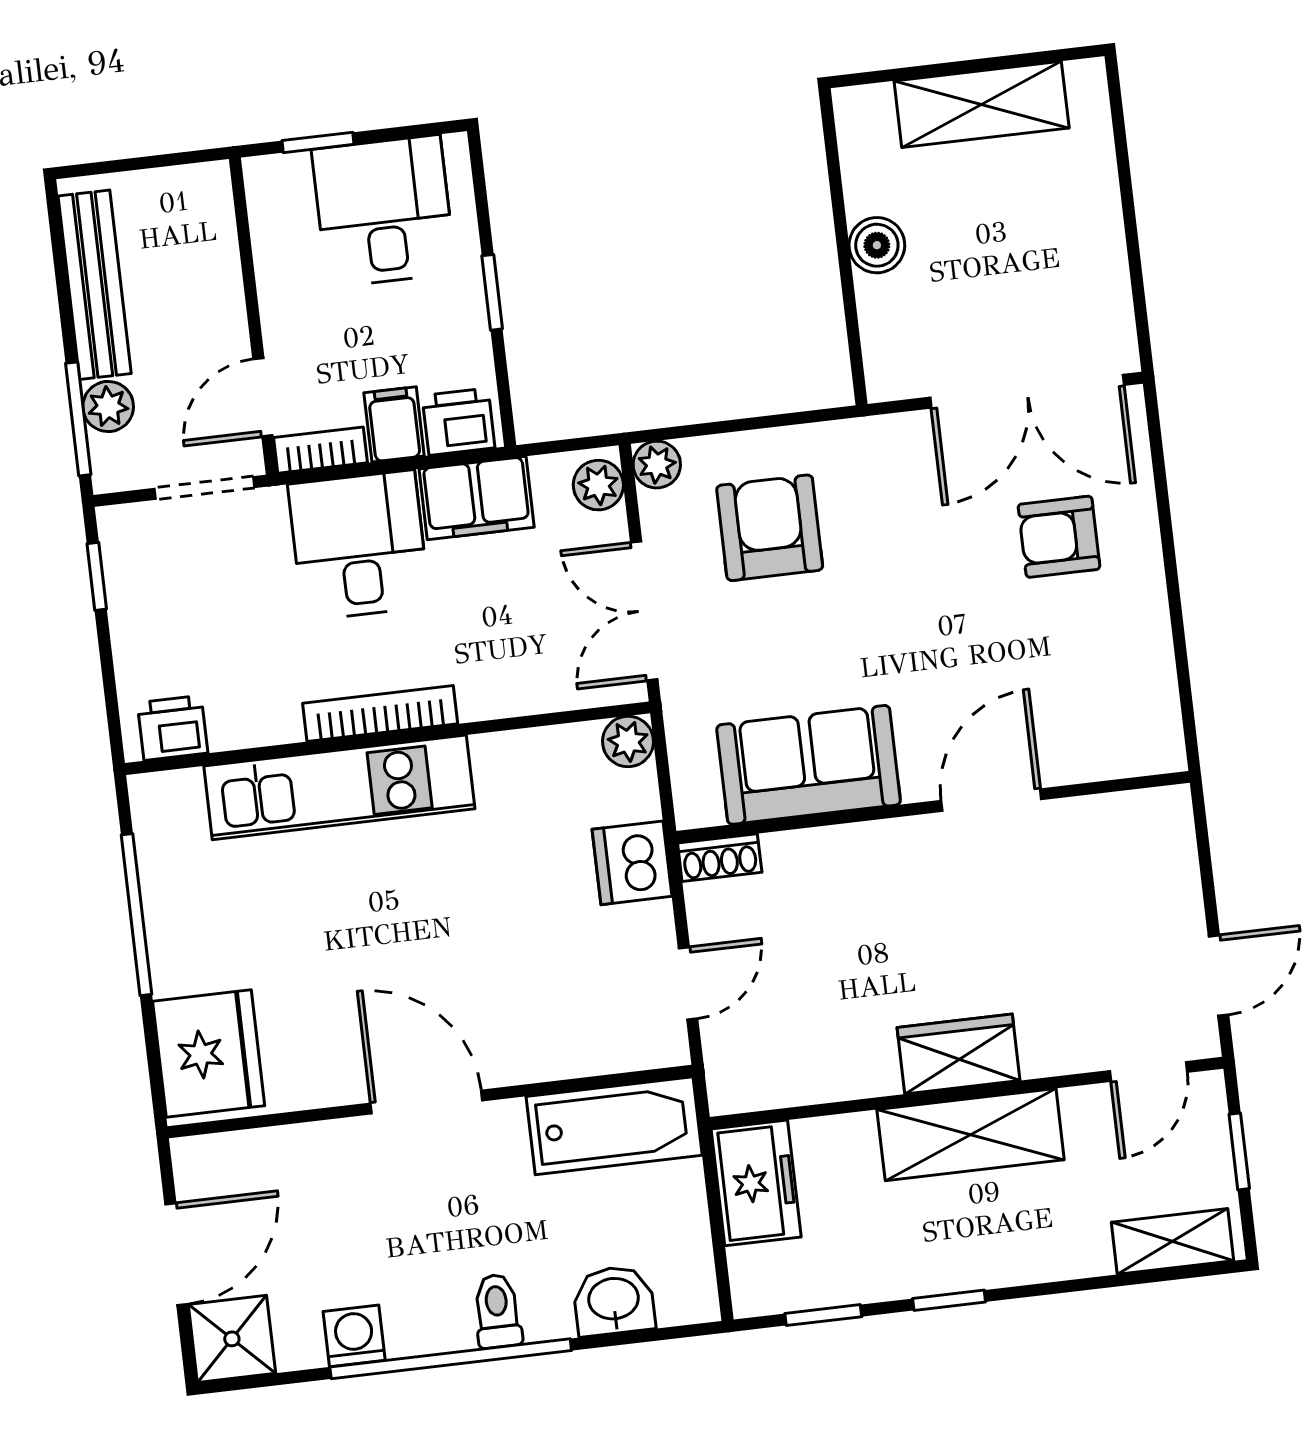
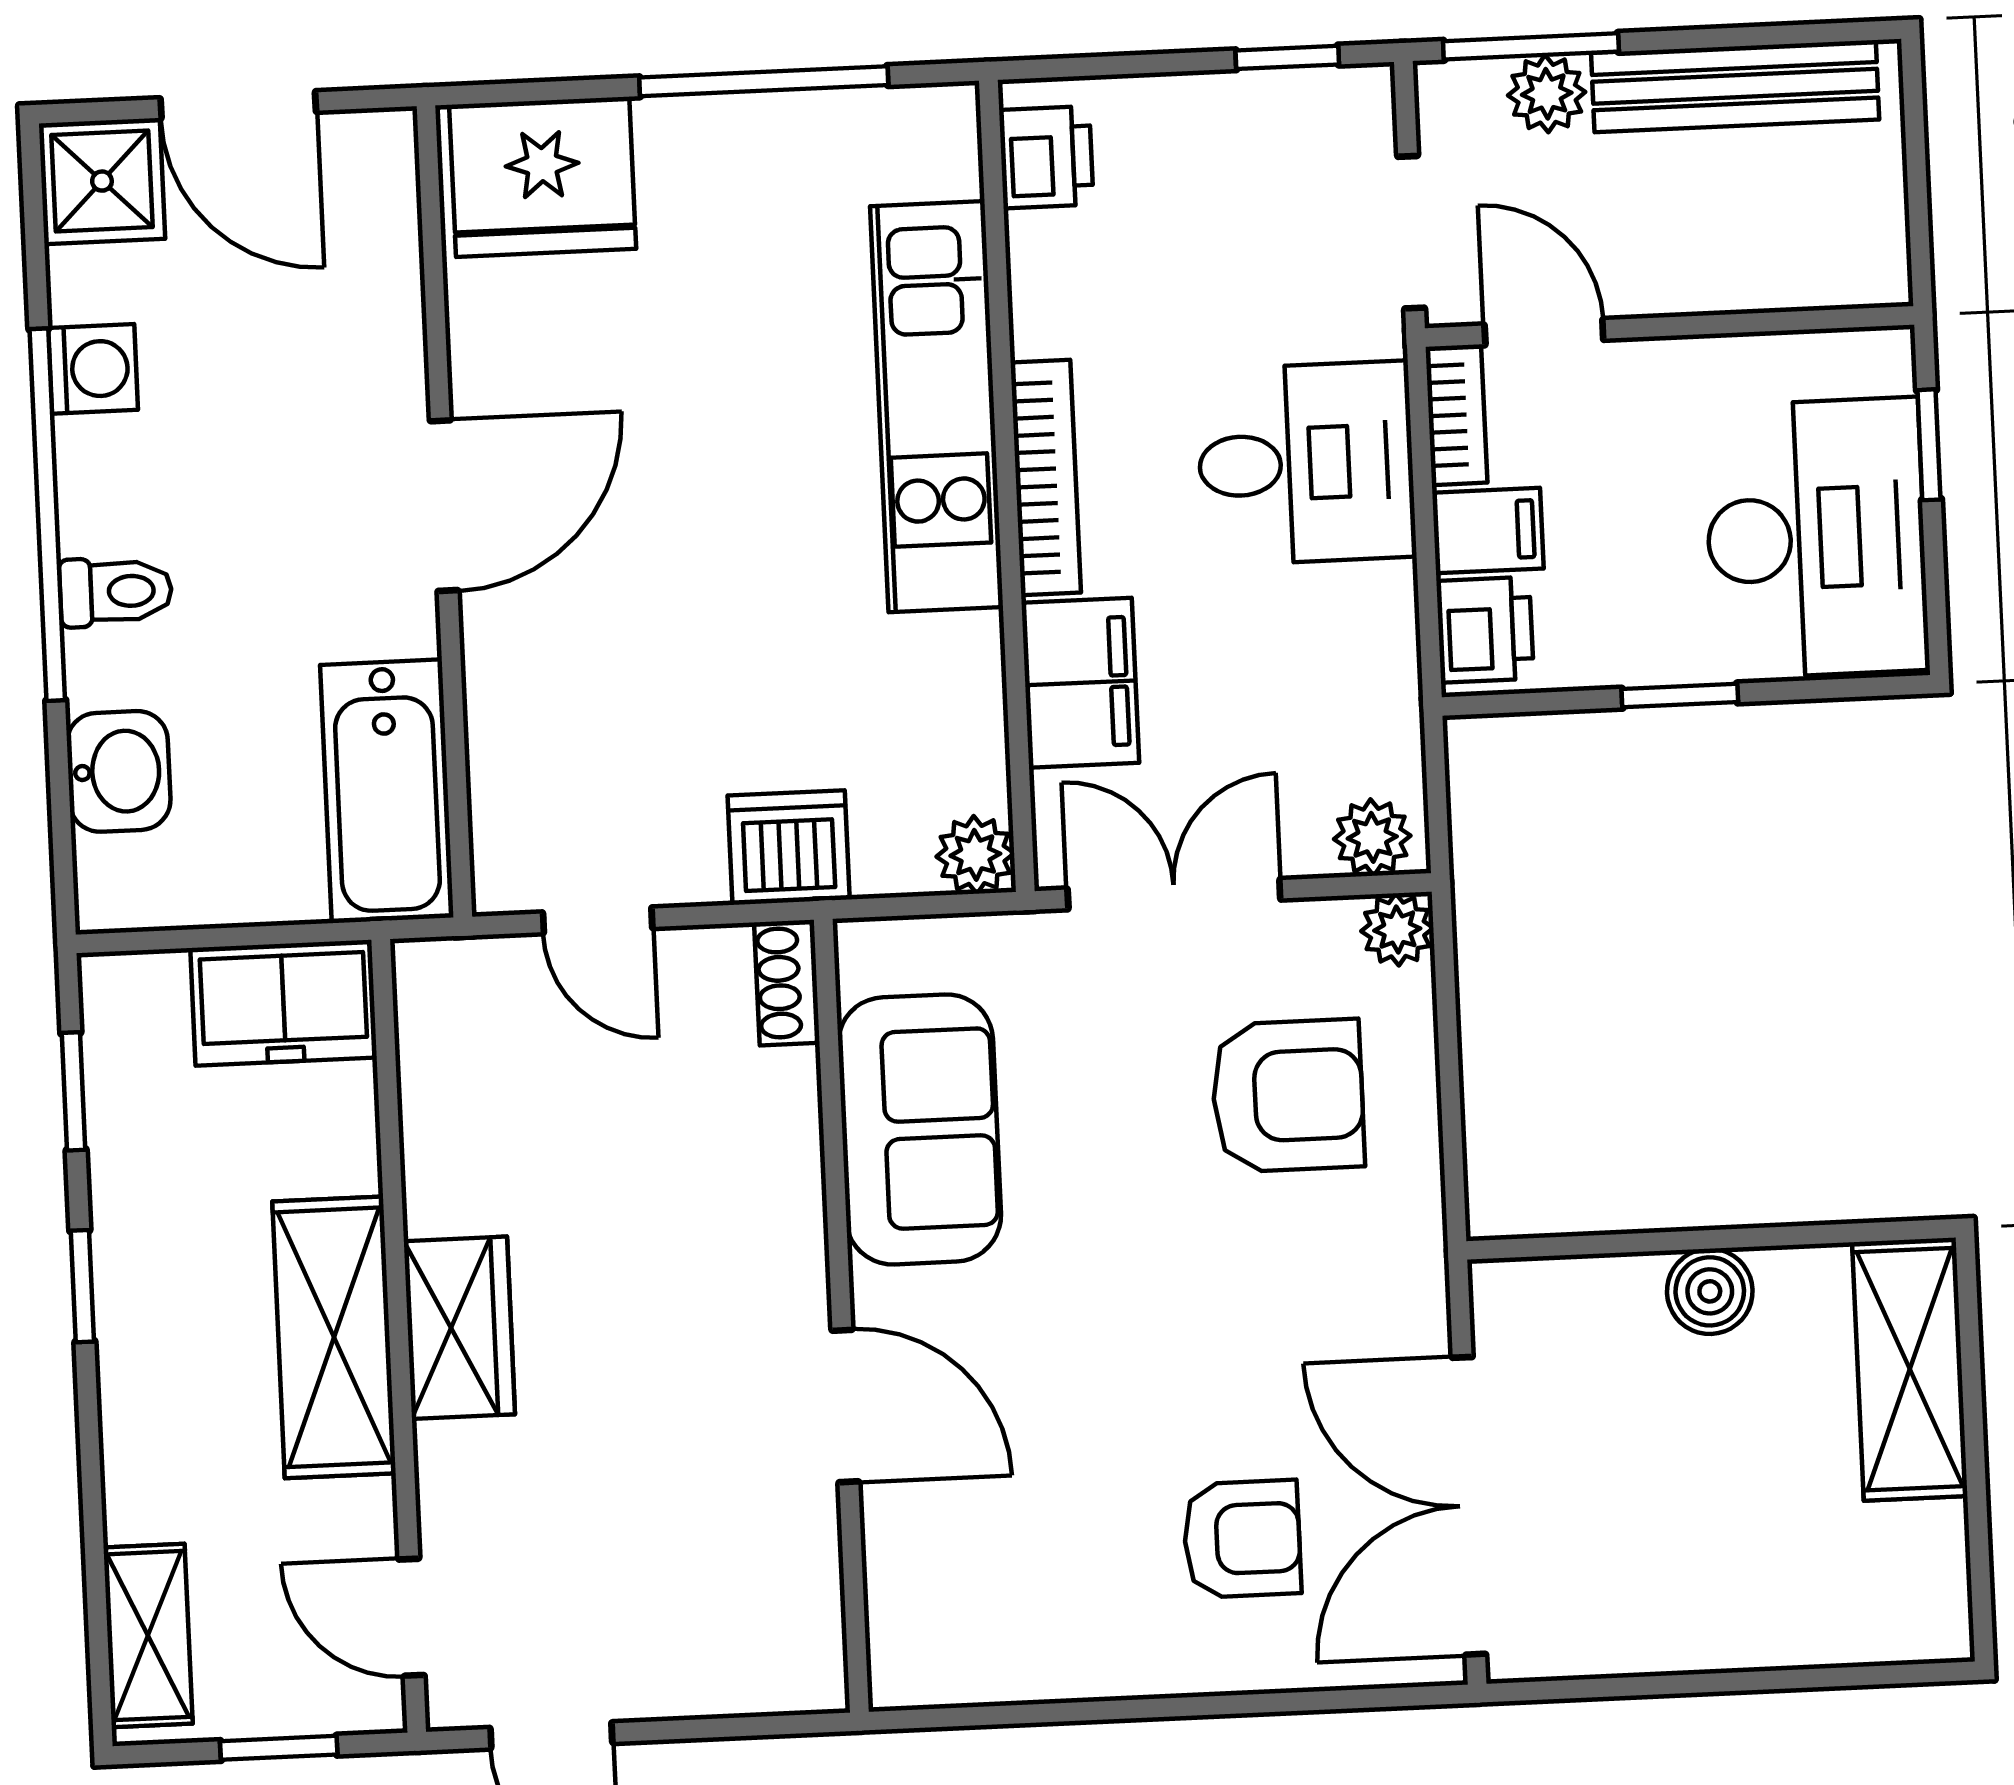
shelving: (982, 104) -> (1910, 1369), moved
desk: (384, 211) -> (1816, 538), width x1.37
filing cabinet: (477, 498) -> (1080, 683), moved, turned 180
armchair: (1059, 537) -> (1242, 1539), turned 90

